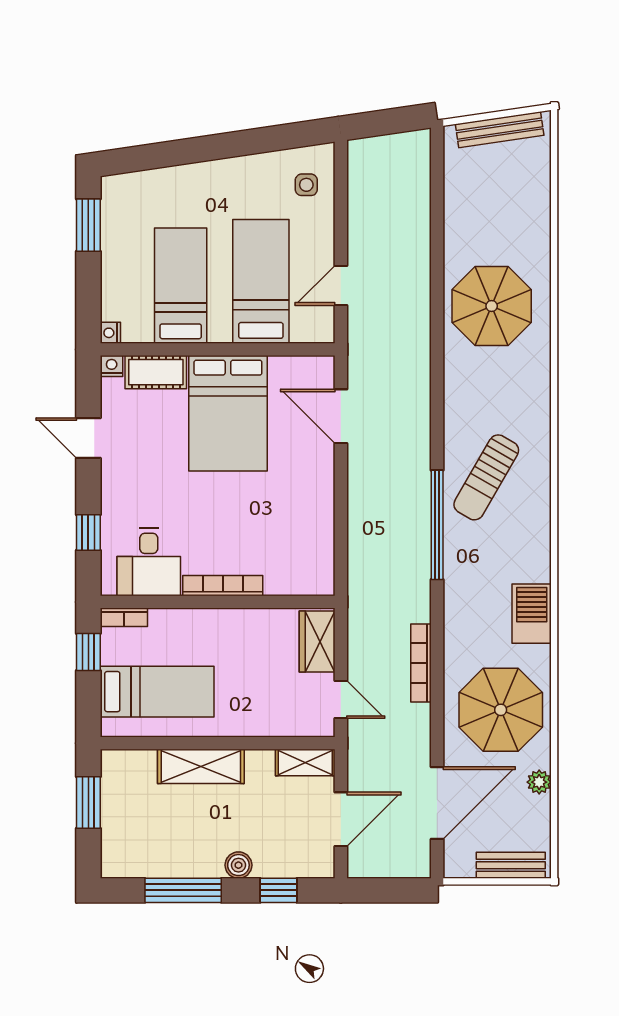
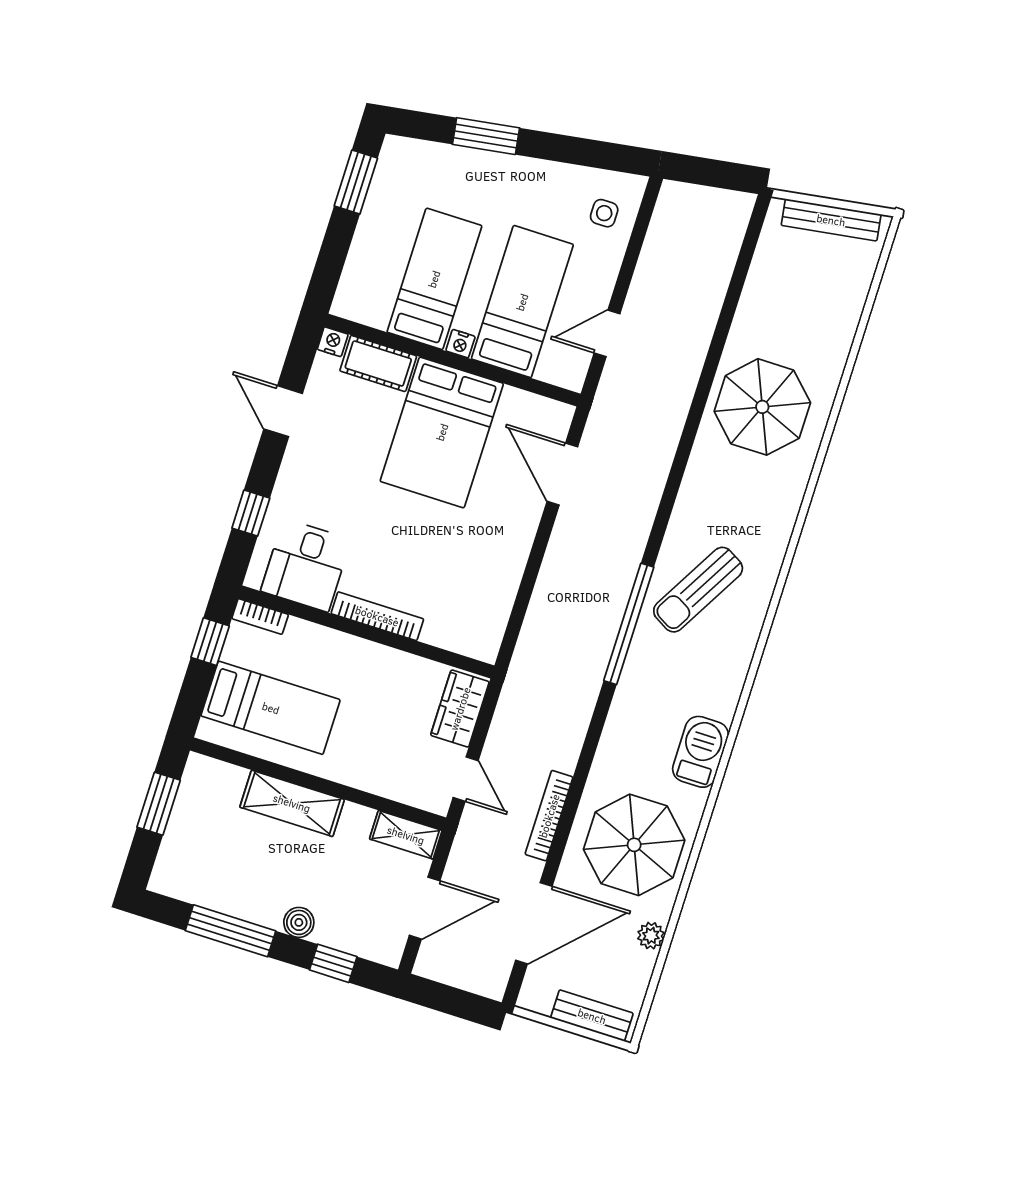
window: (186, 151) -> (486, 136), added
nightstand: (110, 333) -> (460, 344), moved, turned -90
bookcase: (421, 663) -> (549, 816), moved

